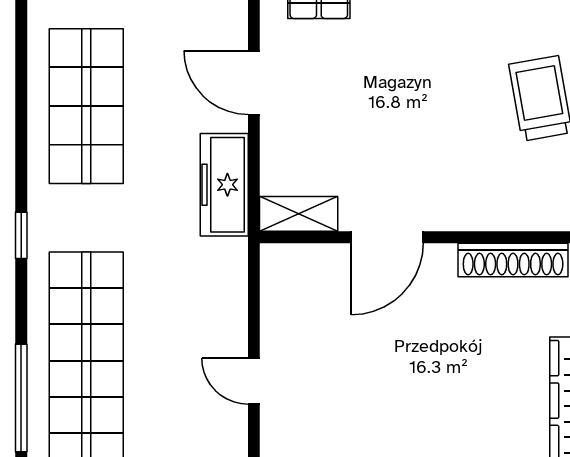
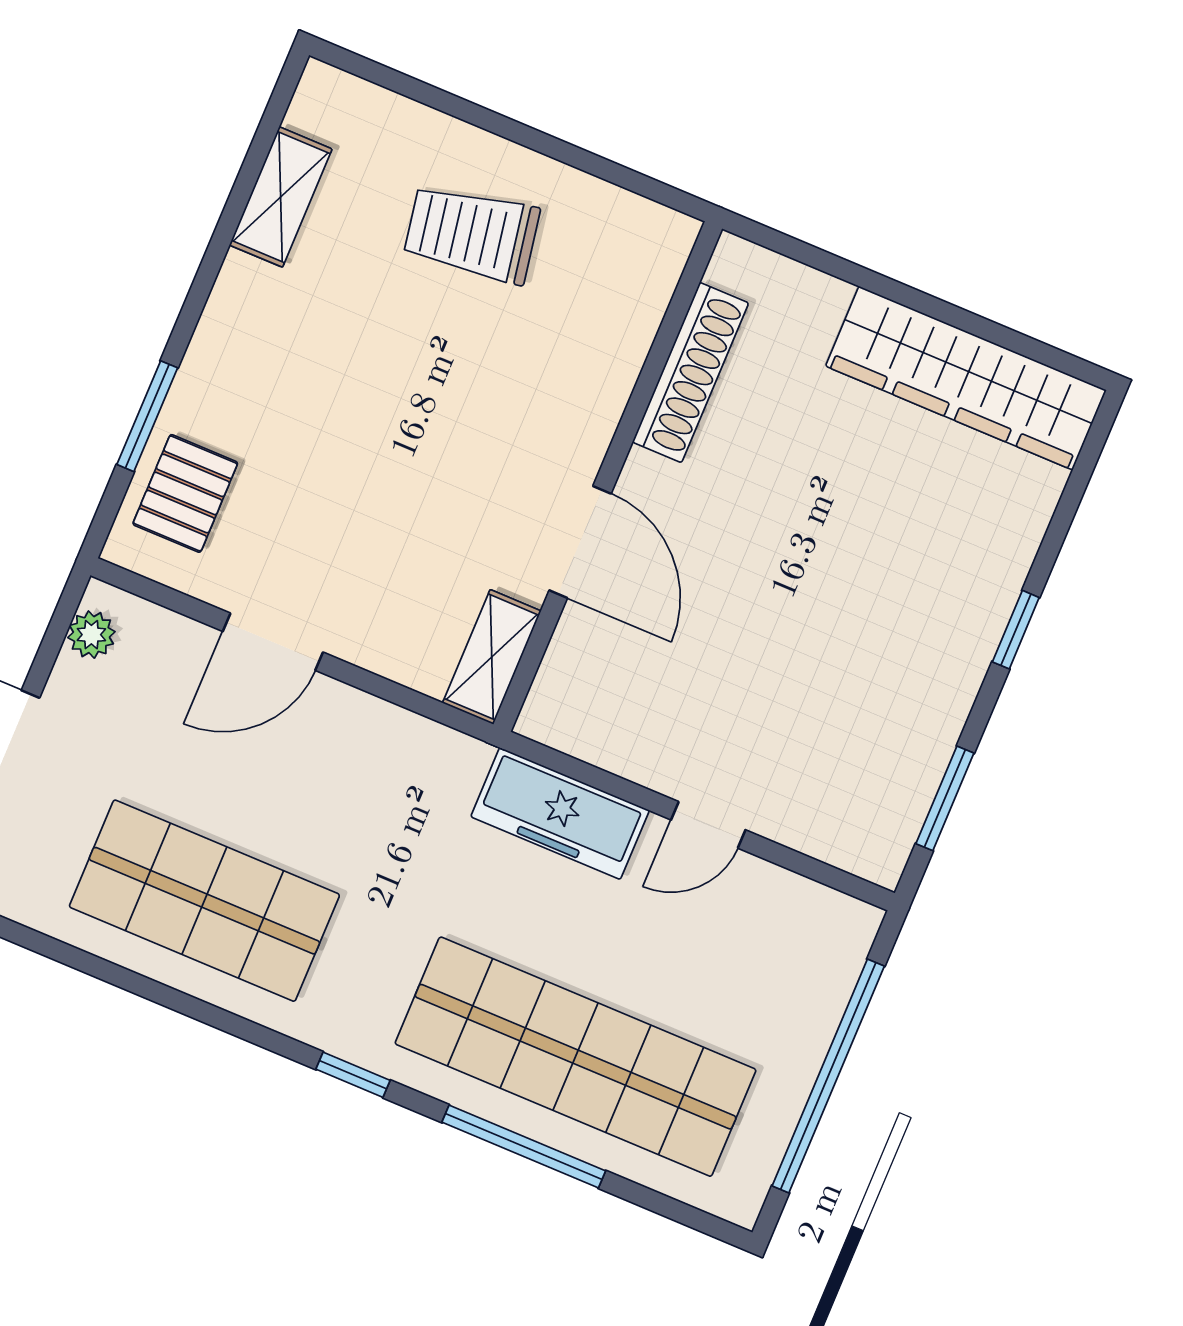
freezer: (224, 185) -> (560, 813), moved
window: (21, 398) -> (524, 1147), moved

